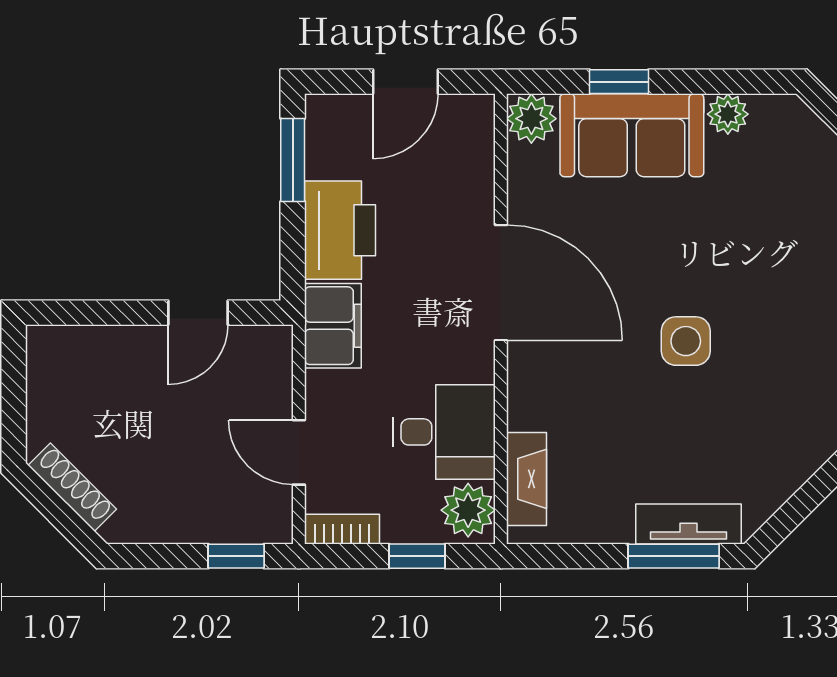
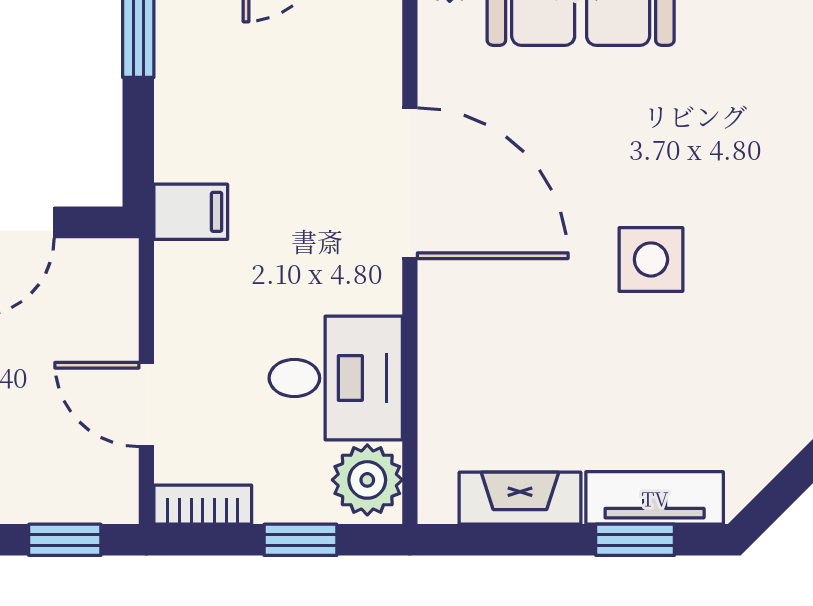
printer: (340, 230) -> (200, 115), removed
filing cabinet: (333, 326) -> (191, 212), width x0.50
fireplace: (527, 479) -> (520, 498), moved, turned -90
window: (674, 556) -> (635, 540), width x0.67

